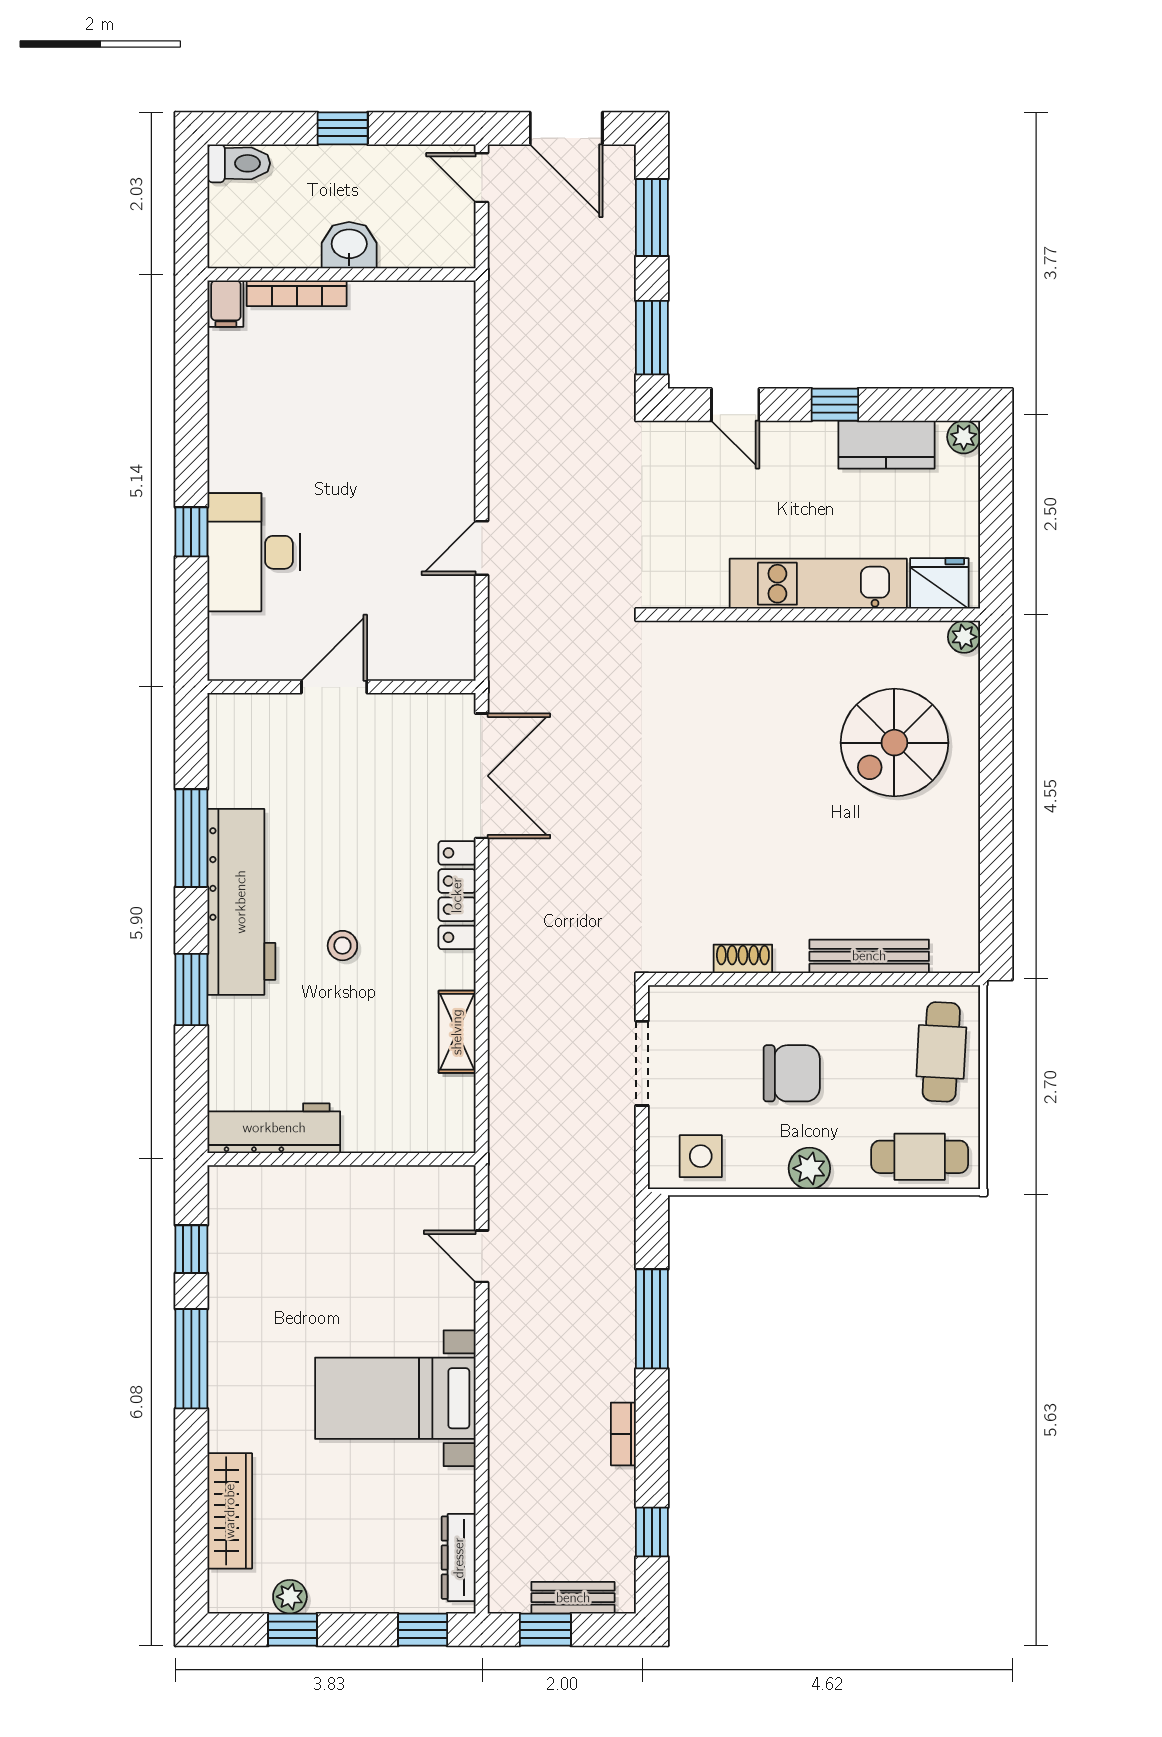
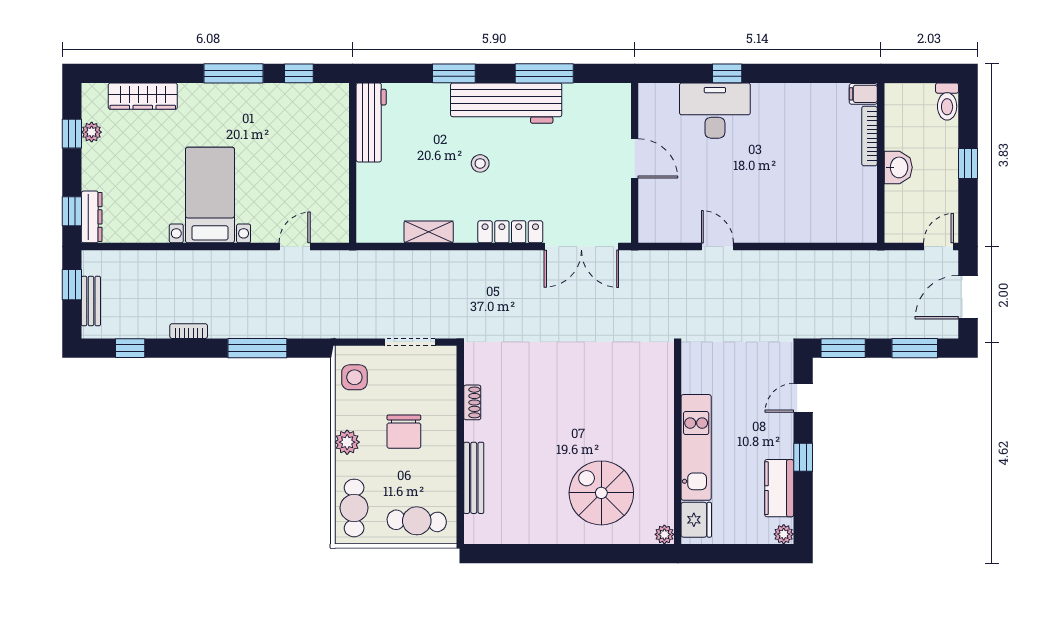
dresser: (459, 1558) -> (92, 217), moved, turned 90

